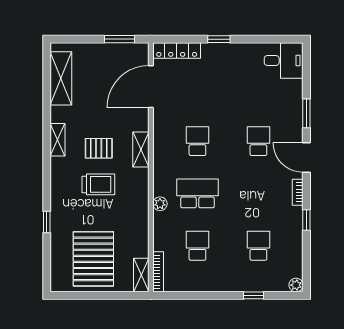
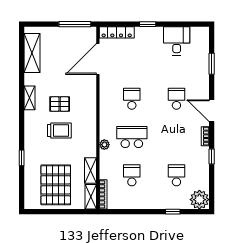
window: (120, 39) -> (75, 24), width x1.44
desk: (284, 61) -> (177, 41), moved, turned -90
window: (306, 113) -> (212, 64), moved
shelving: (141, 150) -> (90, 171), moved
plant: (296, 285) -> (199, 200), width x1.87, depth x1.87

